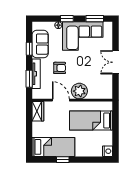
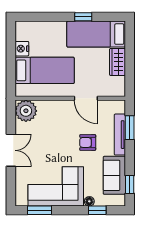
window: (67, 19) -> (97, 210), moved
window: (29, 49) -> (130, 184), moved
plant: (79, 91) -> (26, 111), moved
wardrobe: (38, 111) -> (118, 62), moved
nightstand: (108, 151) -> (22, 49), moved

